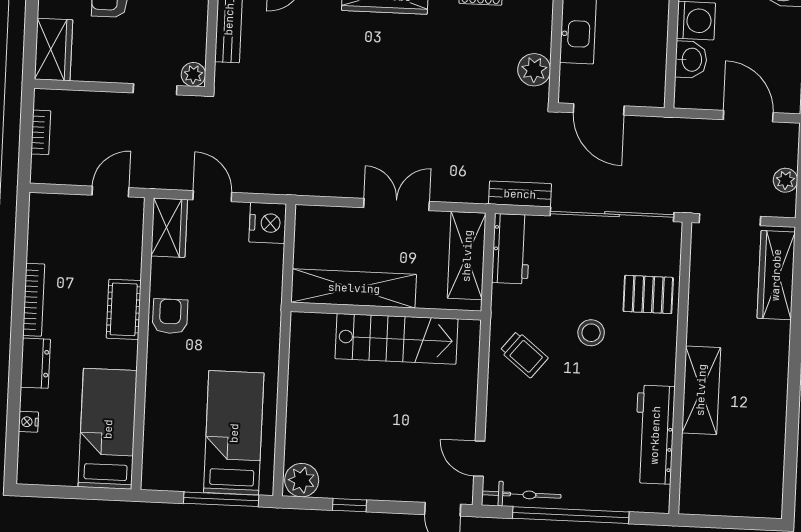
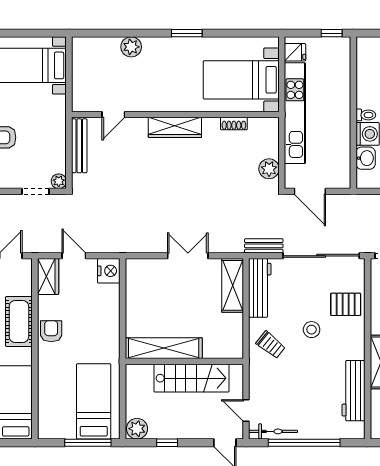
workbench: (511, 249) -> (260, 288), width x1.38
shelving: (354, 288) -> (164, 348), moved
cot: (124, 309) -> (19, 321), width x1.37, depth x1.34
wall: (386, 311) -> (184, 361), moved
stairs: (397, 339) -> (192, 378), moved

